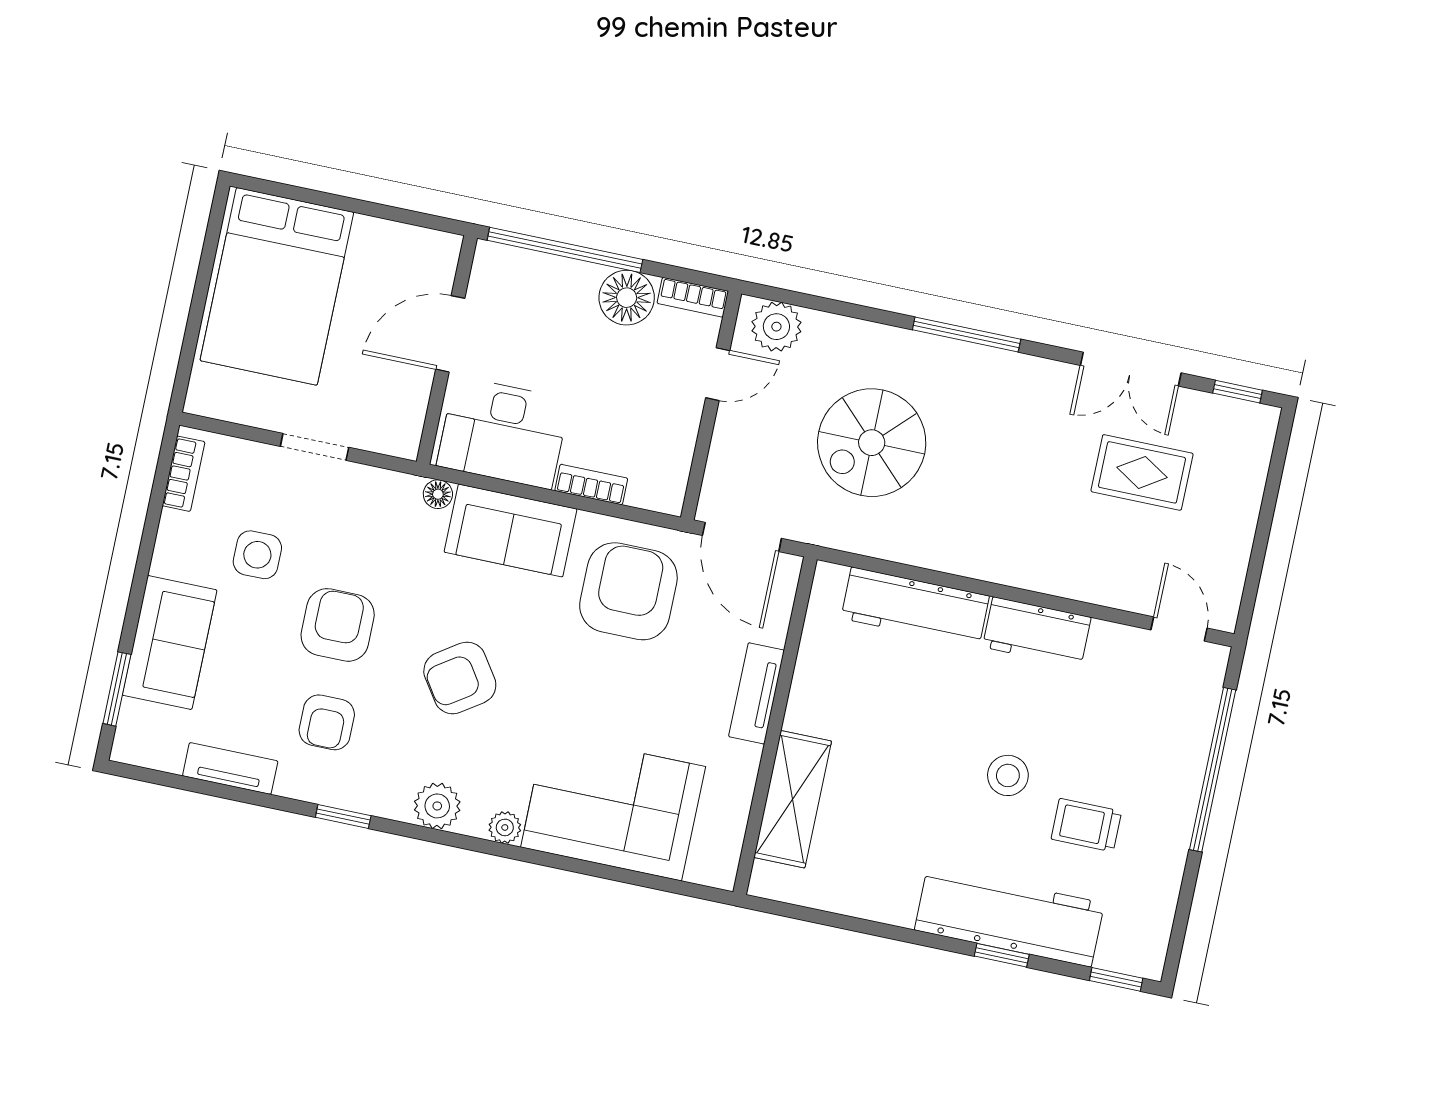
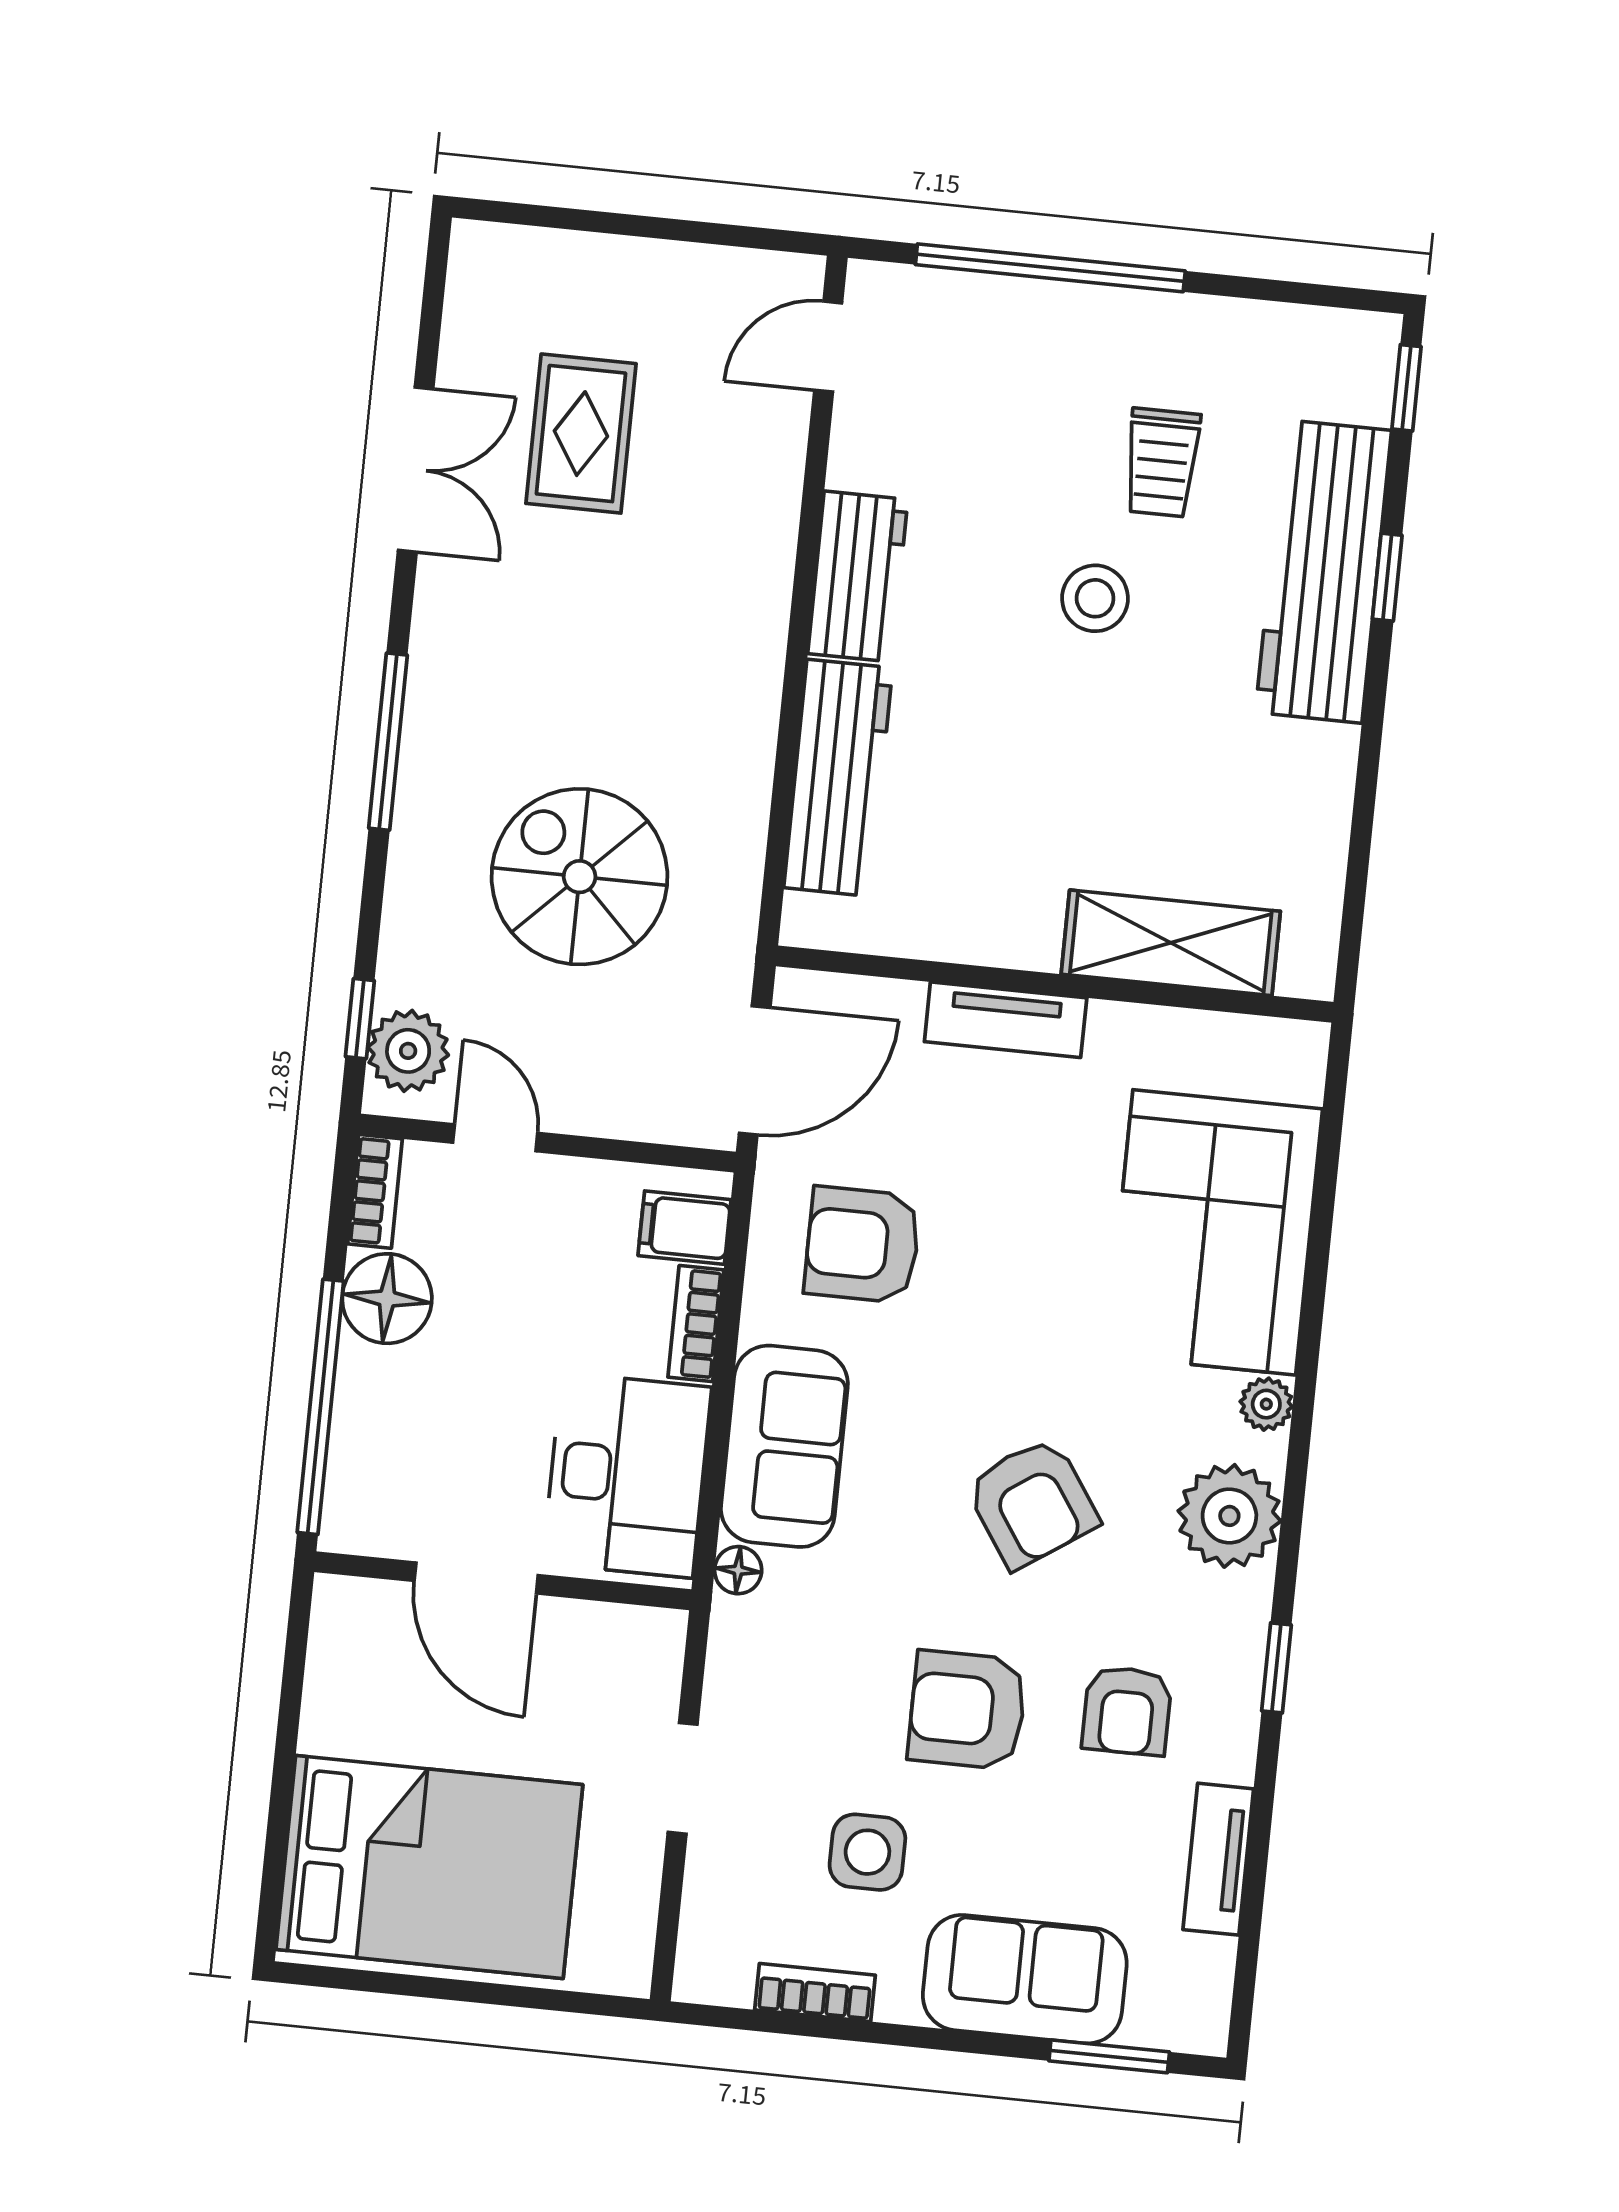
window: (1238, 392) -> (360, 1019), moved
spiral stairs: (872, 443) -> (580, 877), turned 180
bookcase: (183, 474) -> (815, 1993), moved
filing cabinet: (651, 484) -> (684, 1228), added
armchair: (628, 591) -> (862, 1245), width x0.73, depth x0.73
armchair: (327, 722) -> (1127, 1711), turned 90
plant: (437, 806) -> (1229, 1516), width x1.36, depth x1.36

